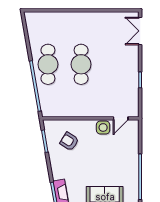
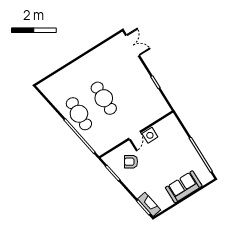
double door: (140, 31) -> (132, 45), swing flipped
door: (121, 118) -> (135, 135), moved

